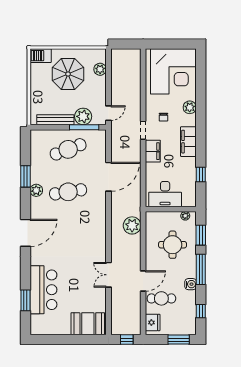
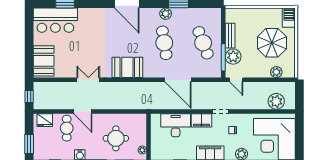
bench: (55, 120) -> (230, 36), width x0.73
desk: (165, 194) -> (176, 125), moved, turned 90
plant: (132, 225) -> (276, 101), moved
booth: (95, 232) -> (127, 67), added
bar counter: (43, 290) -> (55, 20), moved

